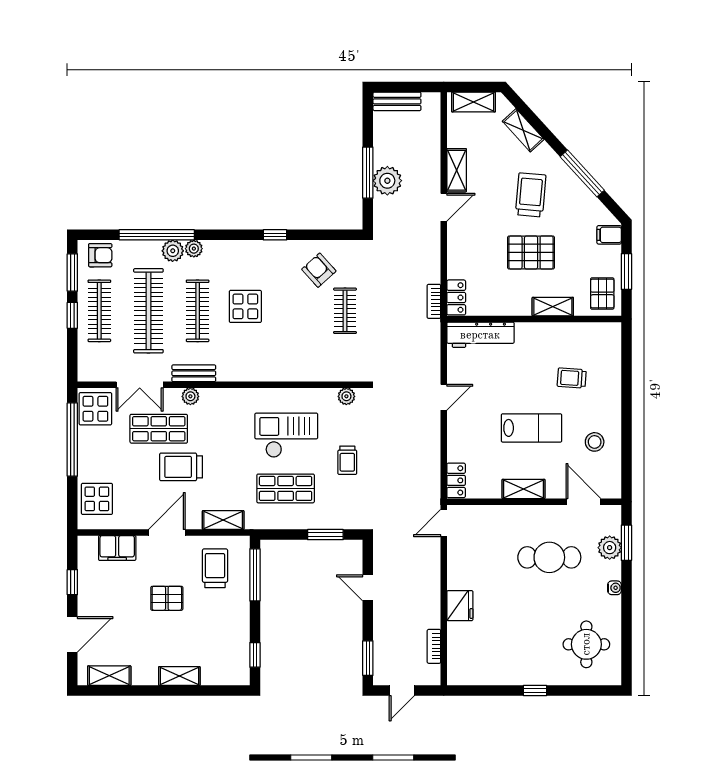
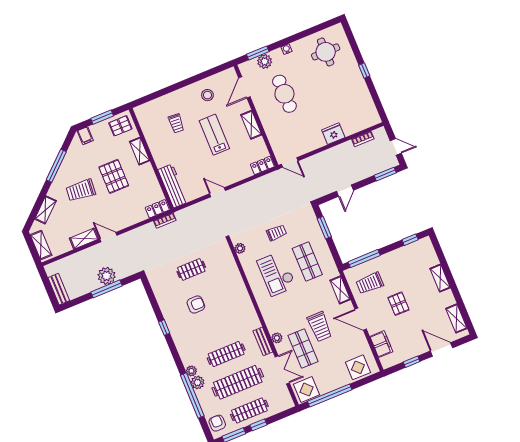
armchair: (319, 270) -> (196, 304), moved, turned -138
display table: (245, 306) -> (212, 328), removed

